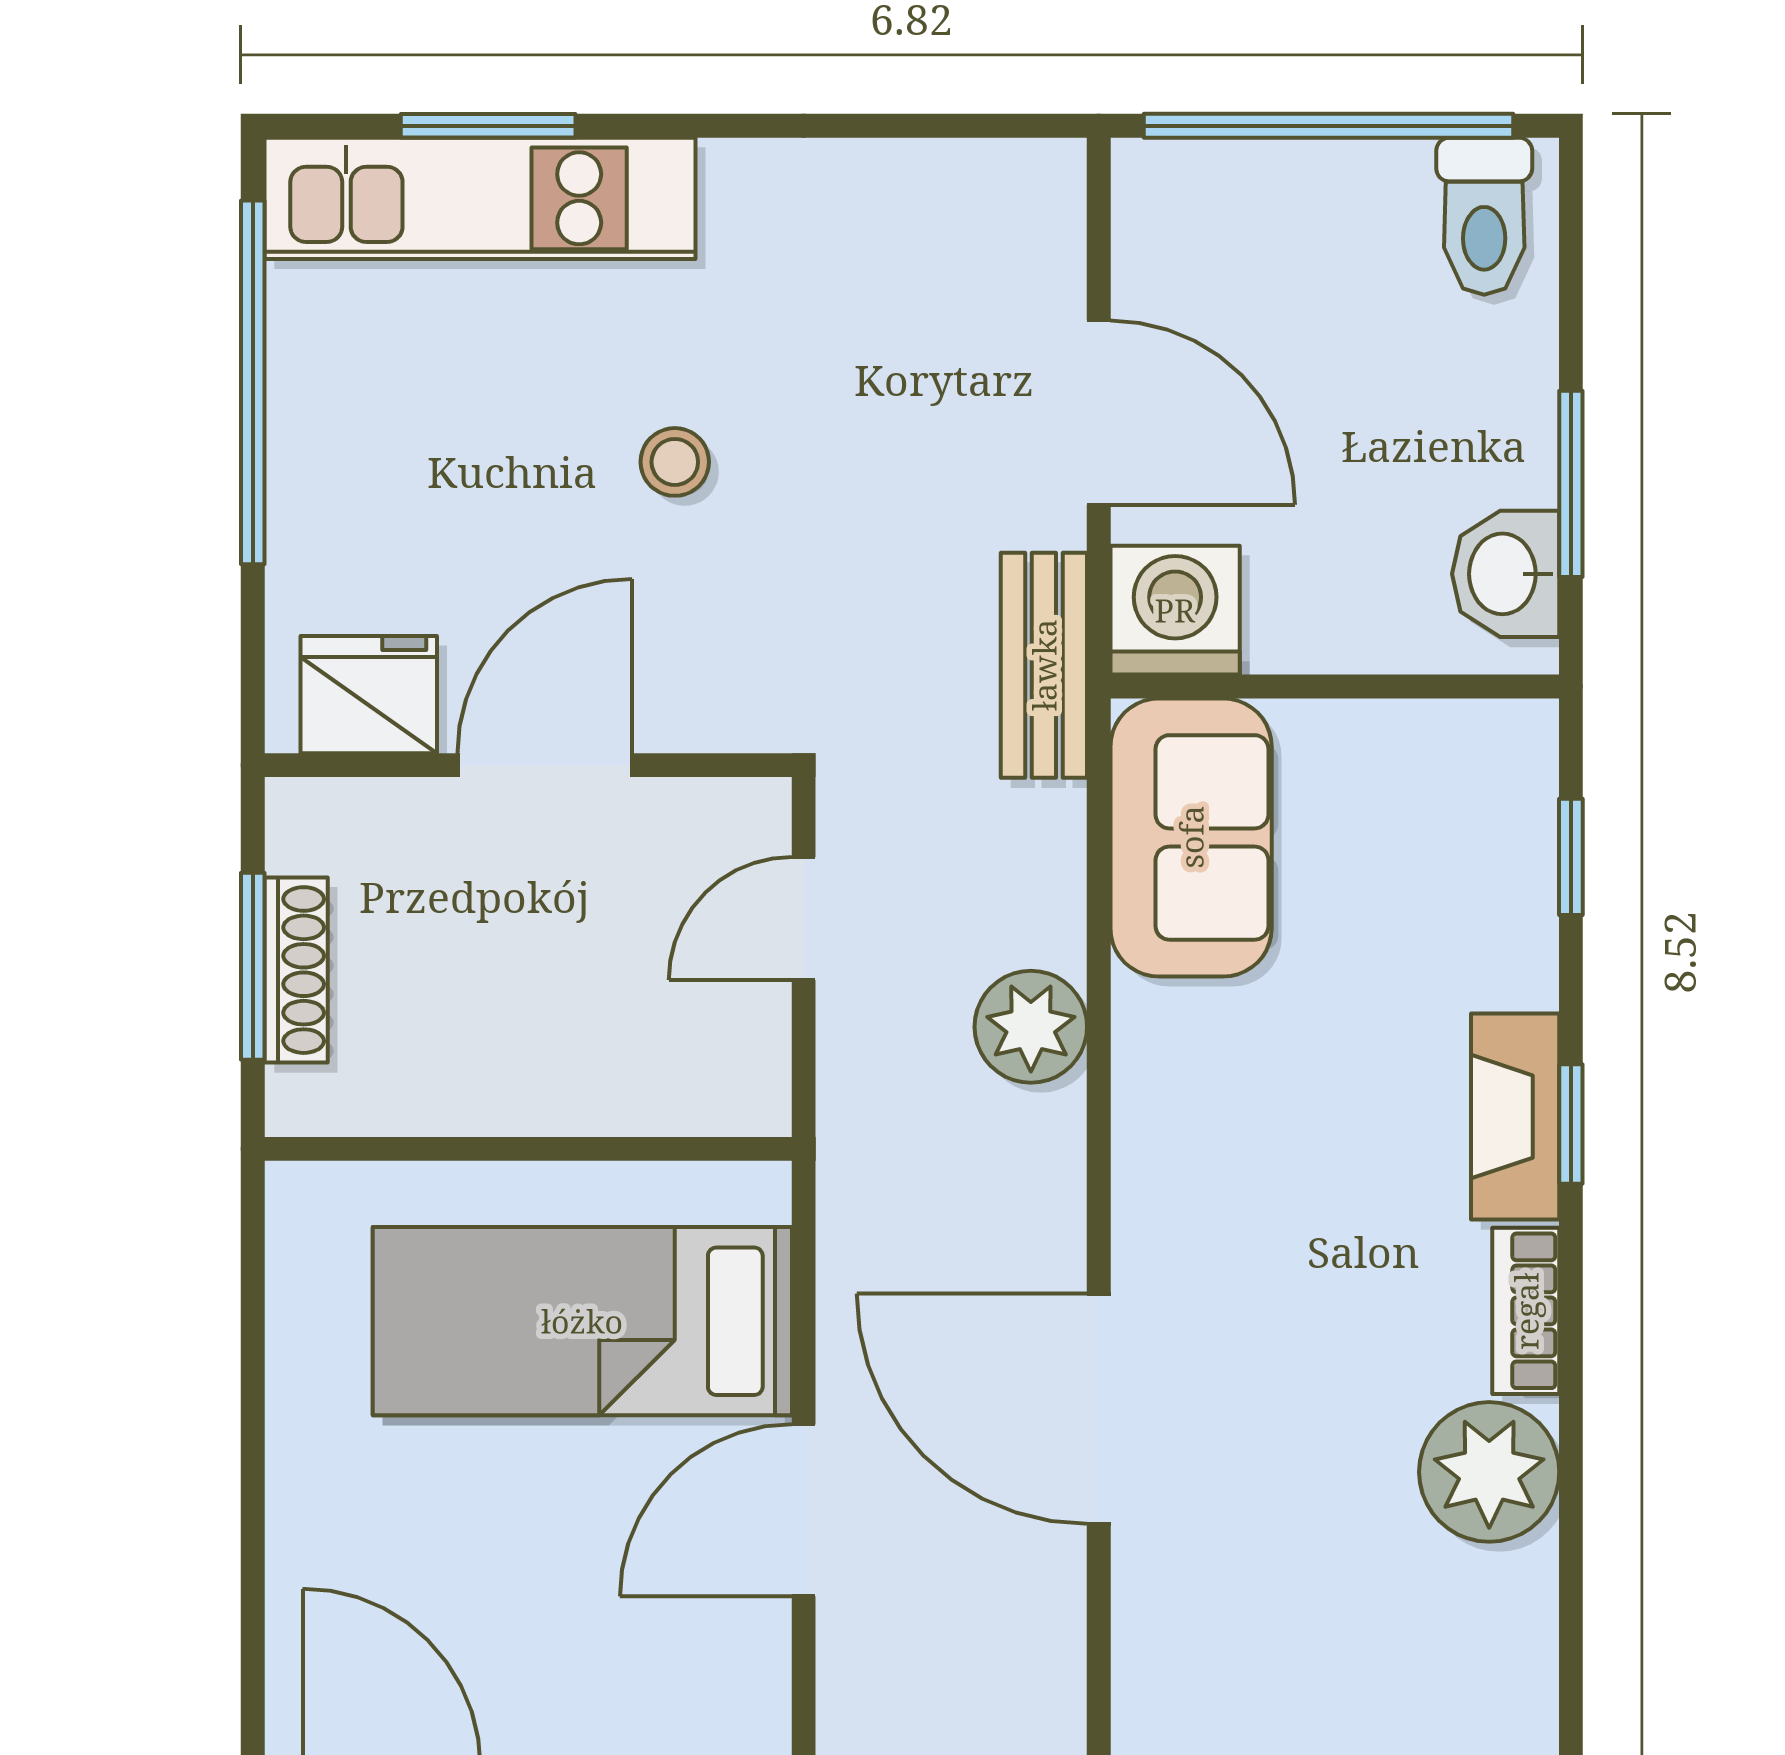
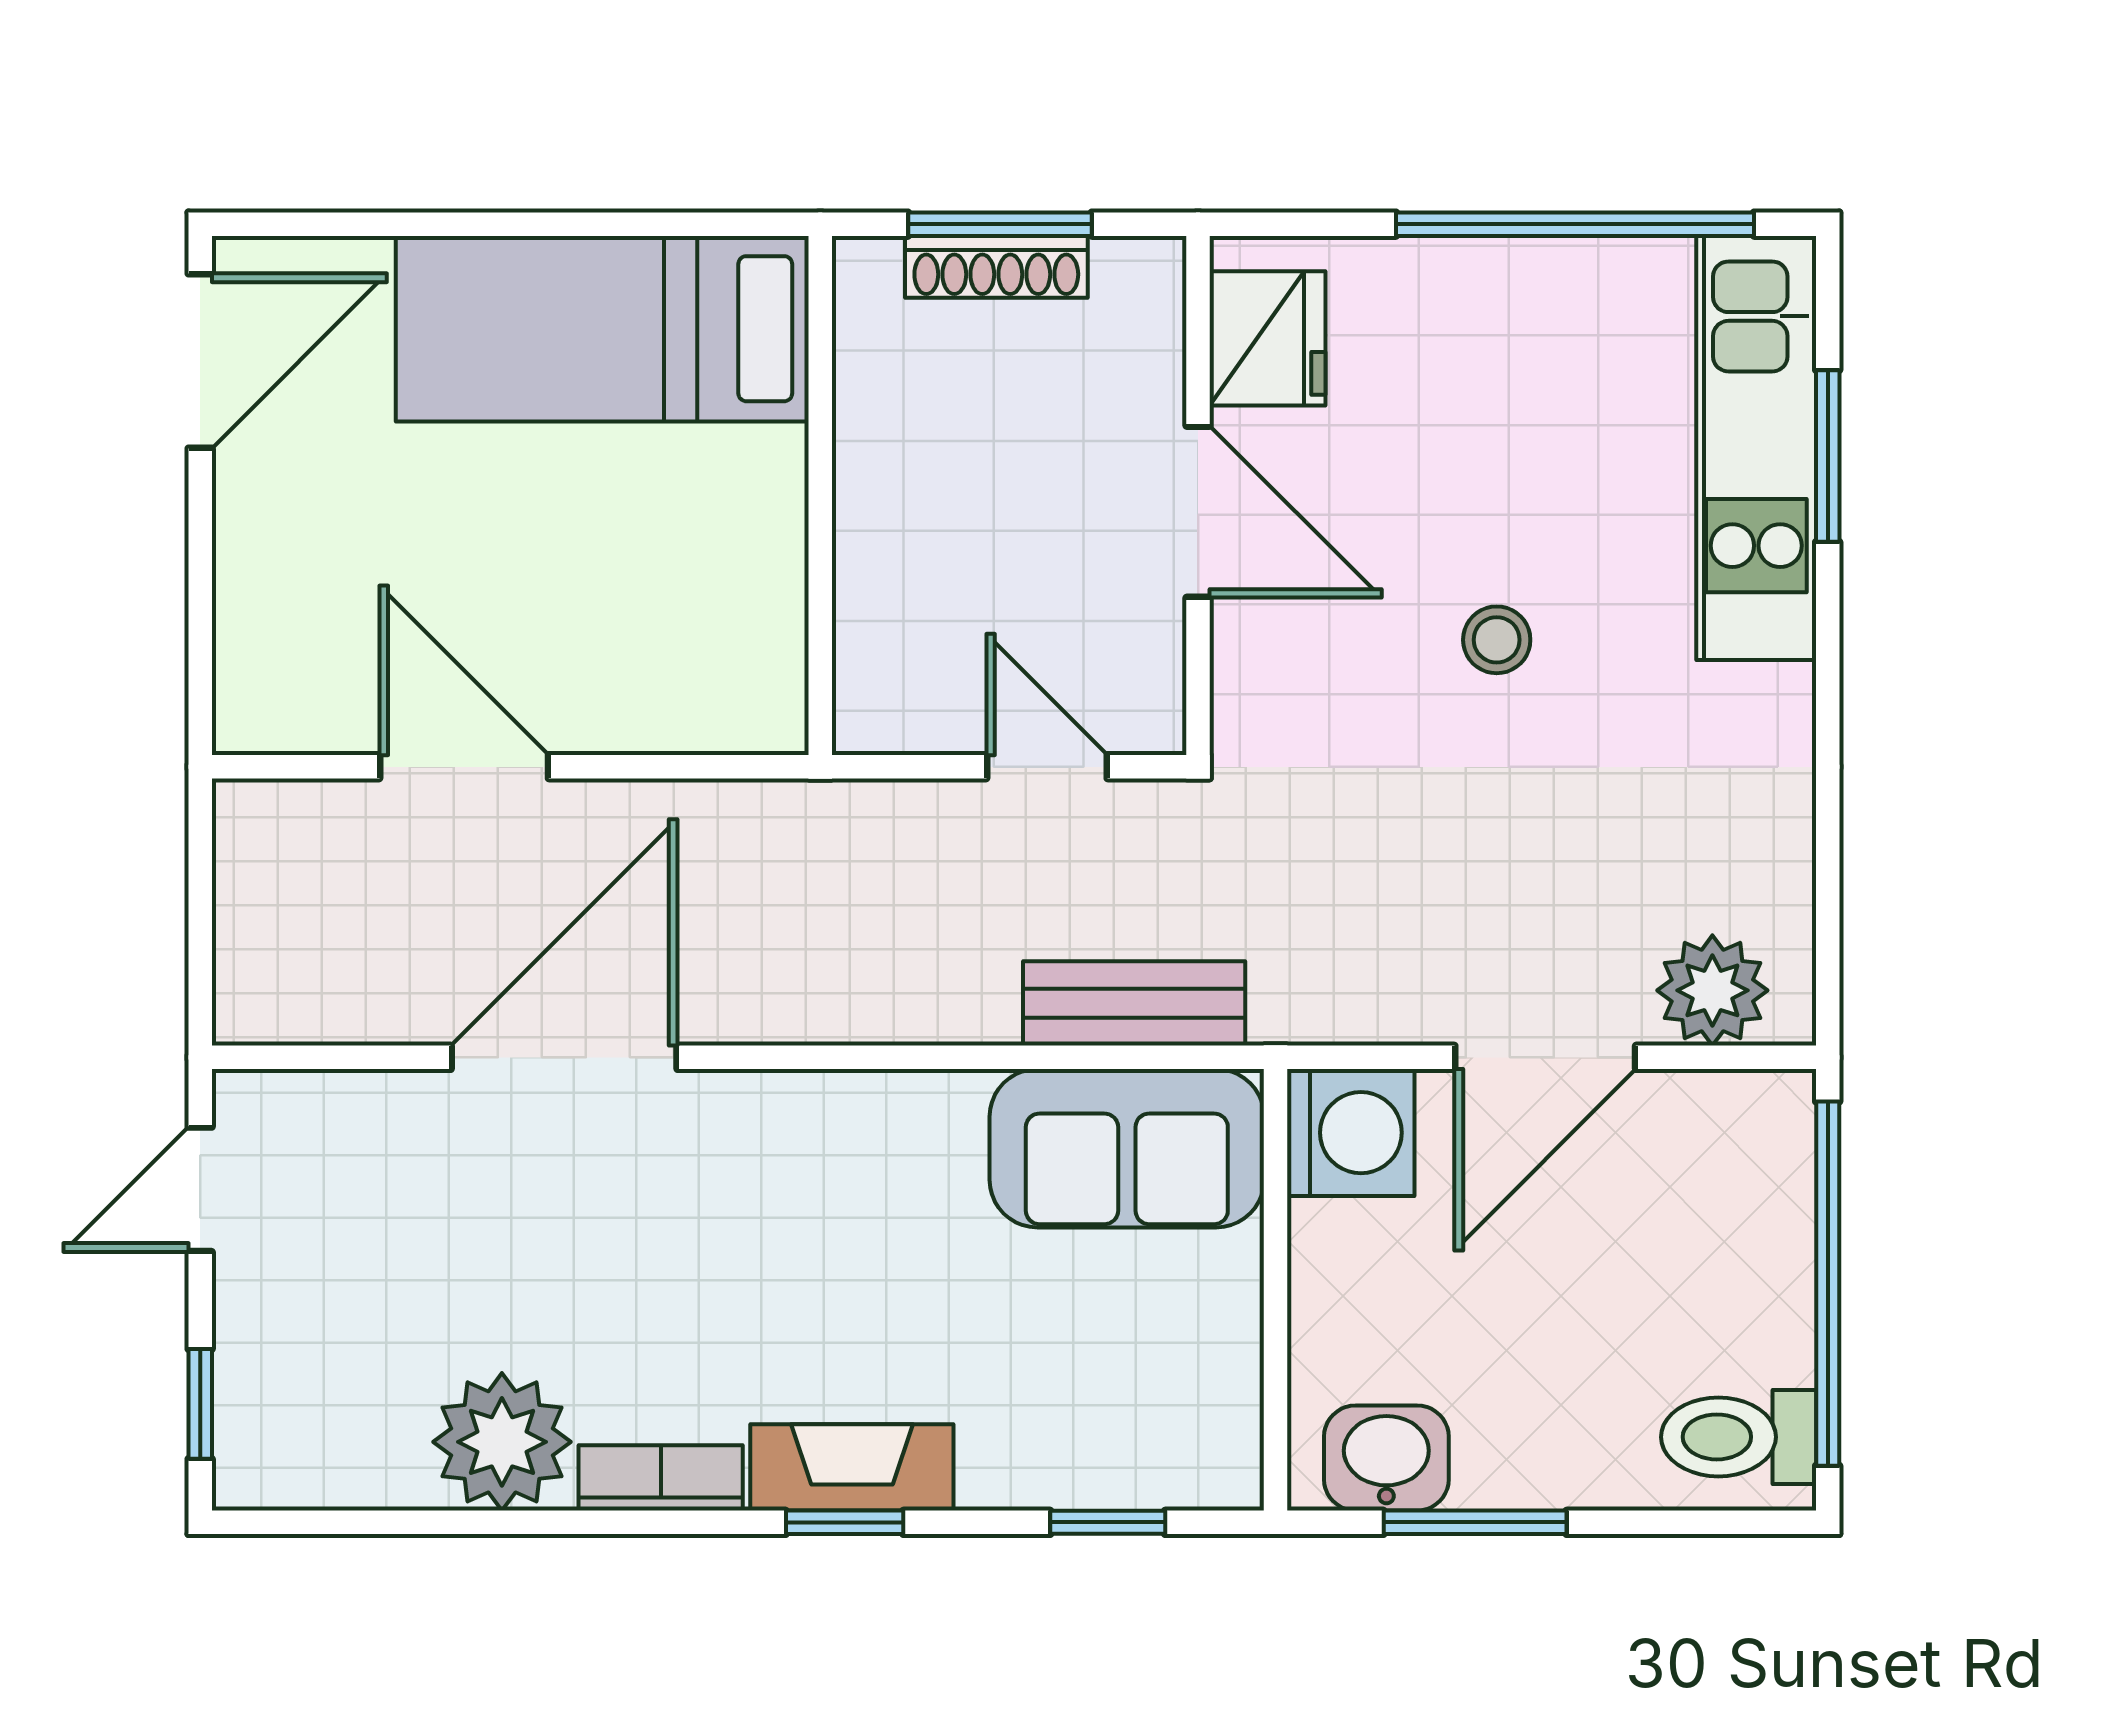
bench: (1044, 665) -> (1134, 1003), moved
plant: (1031, 1027) -> (1712, 990), moved
bed: (582, 1321) -> (602, 329), moved, turned -90

